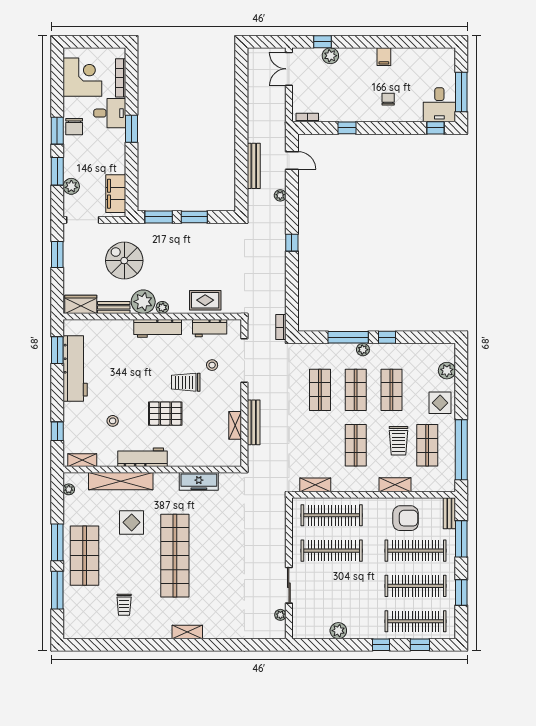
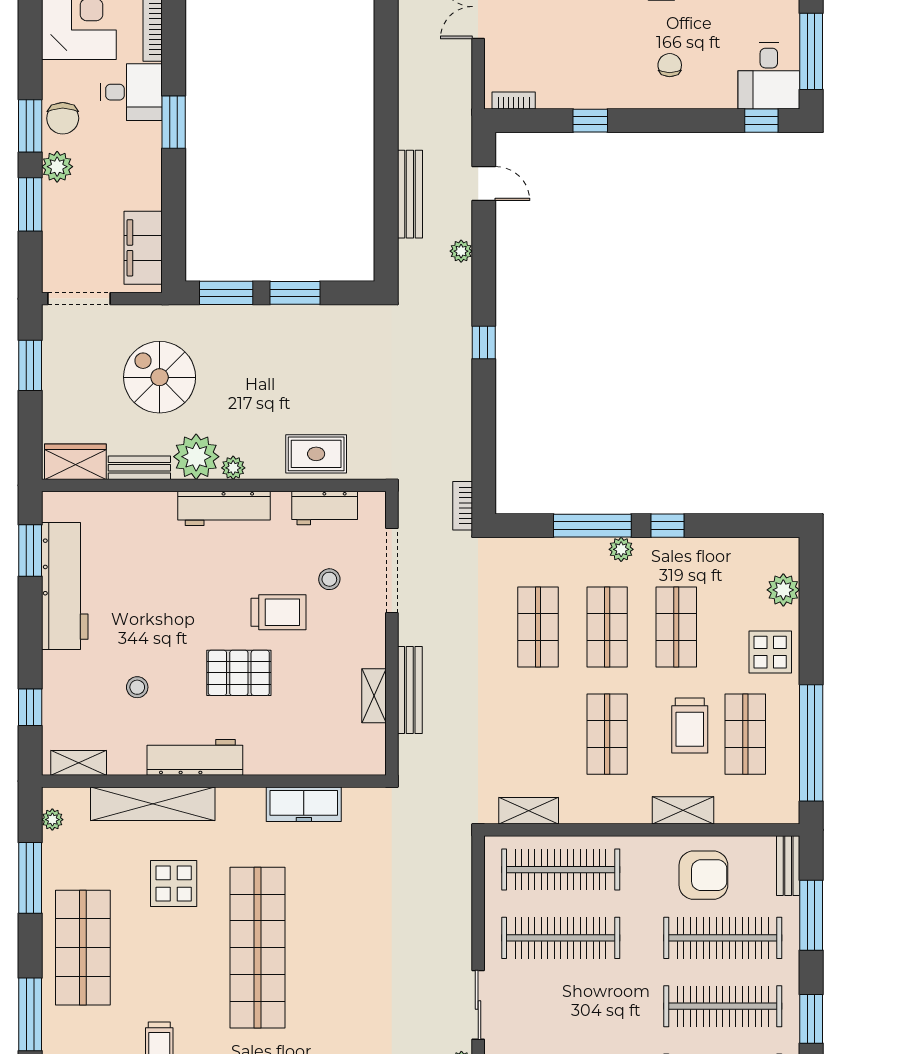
plant: (71, 186) -> (57, 167), moved
trolley: (186, 382) -> (279, 612), turned 180
window: (57, 542) -> (30, 878), moved

